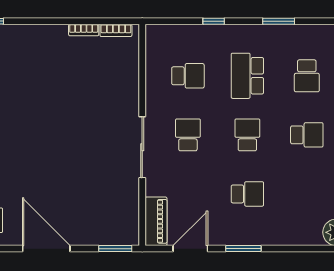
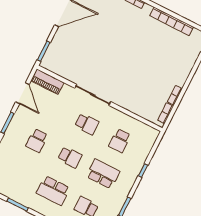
school desk: (307, 135) -> (53, 190), width x1.85

